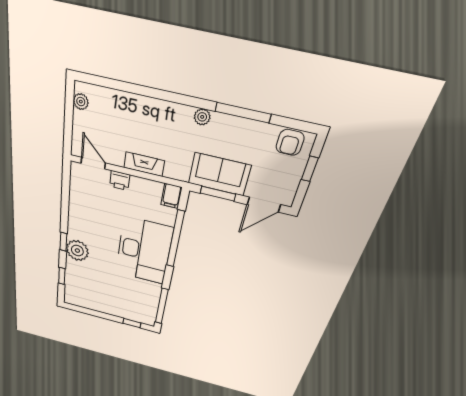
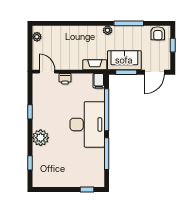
fireplace: (144, 164) -> (95, 65), moved
window: (63, 242) -> (30, 112), moved
window: (162, 306) -> (107, 154), moved

